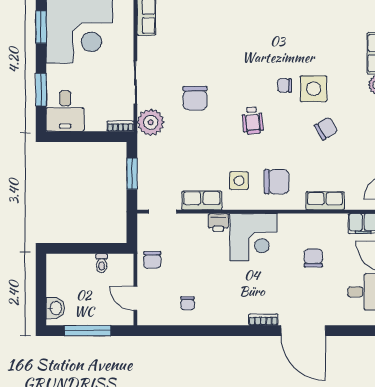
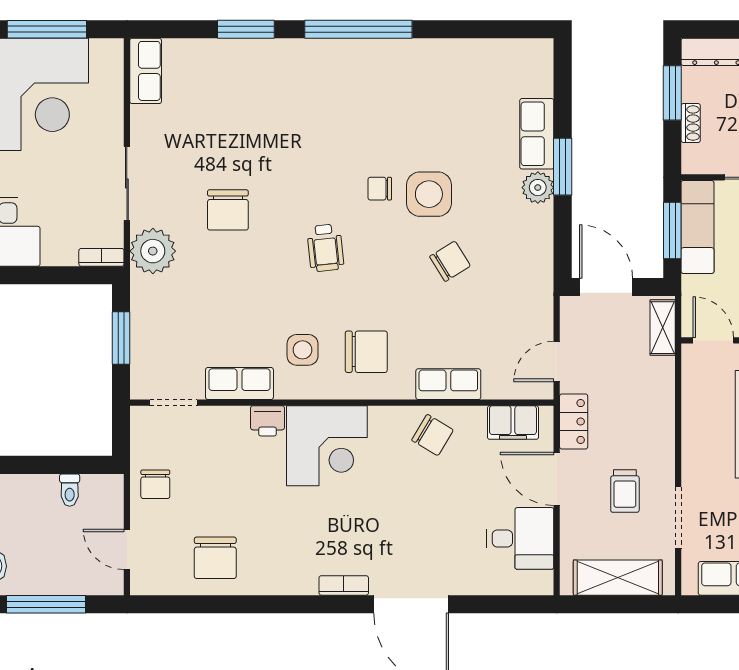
chair: (313, 258) -> (433, 435), moved, turned 121
chair: (188, 303) -> (215, 558), width x1.87, depth x1.87

